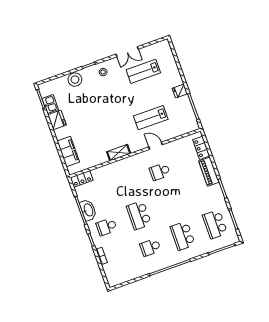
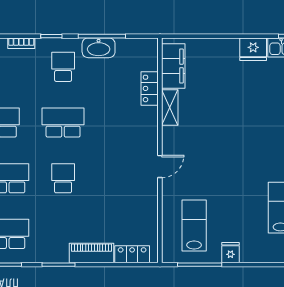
lab bench: (151, 118) -> (194, 226), moved
door: (156, 146) -> (160, 166), moved
filing cabinet: (68, 151) -> (173, 66), moved, turned -90
shelving: (119, 153) -> (170, 108), moved
school desk: (160, 172) -> (63, 178), moved
locker: (82, 179) -> (150, 88), moved

